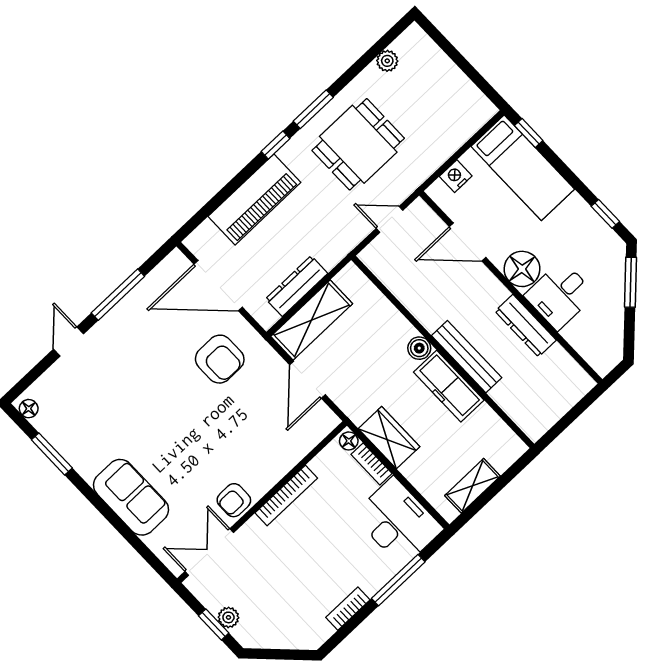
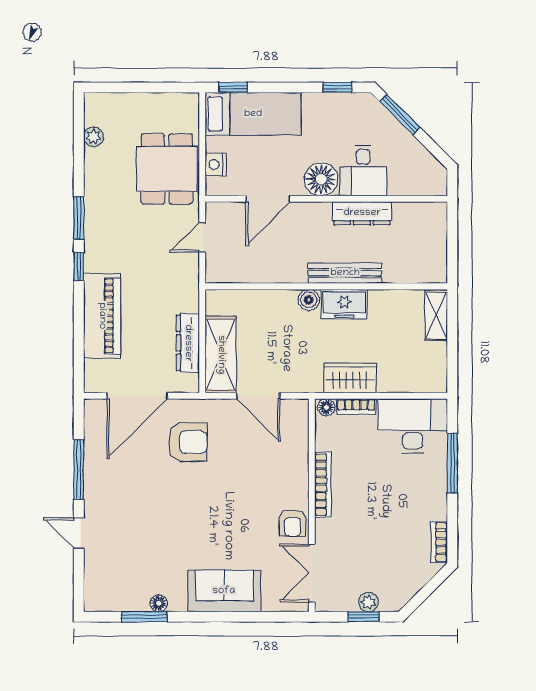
dining table: (358, 144) -> (167, 169), moved
freezer: (449, 386) -> (344, 304), width x0.71
floor lamp: (29, 409) -> (159, 603), moved
shelving: (473, 486) -> (436, 316), moved
bookcase: (348, 609) -> (439, 542), moved

